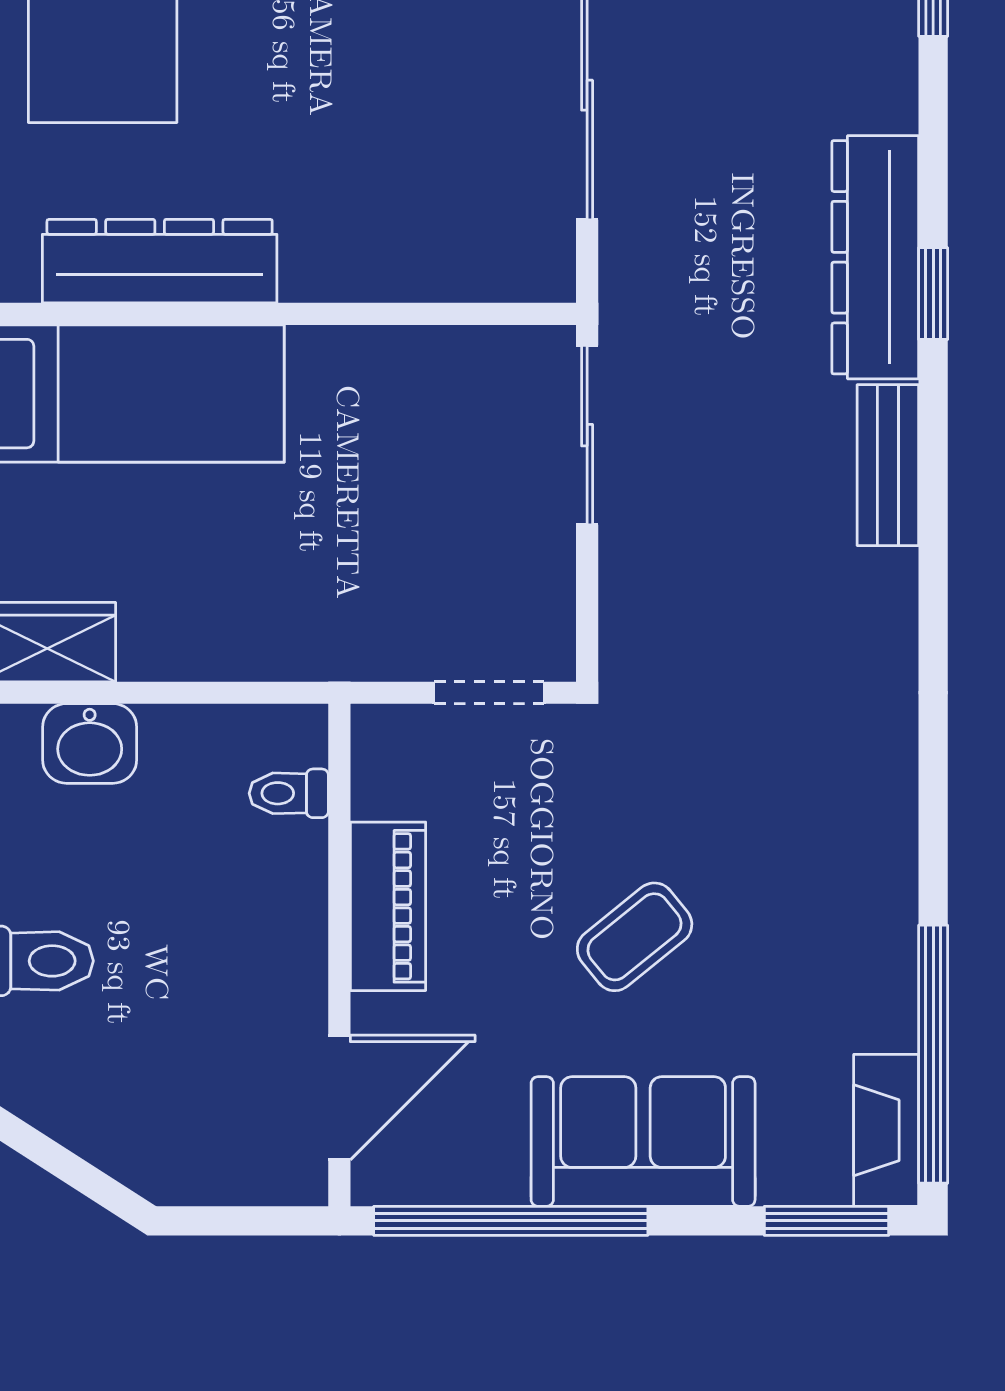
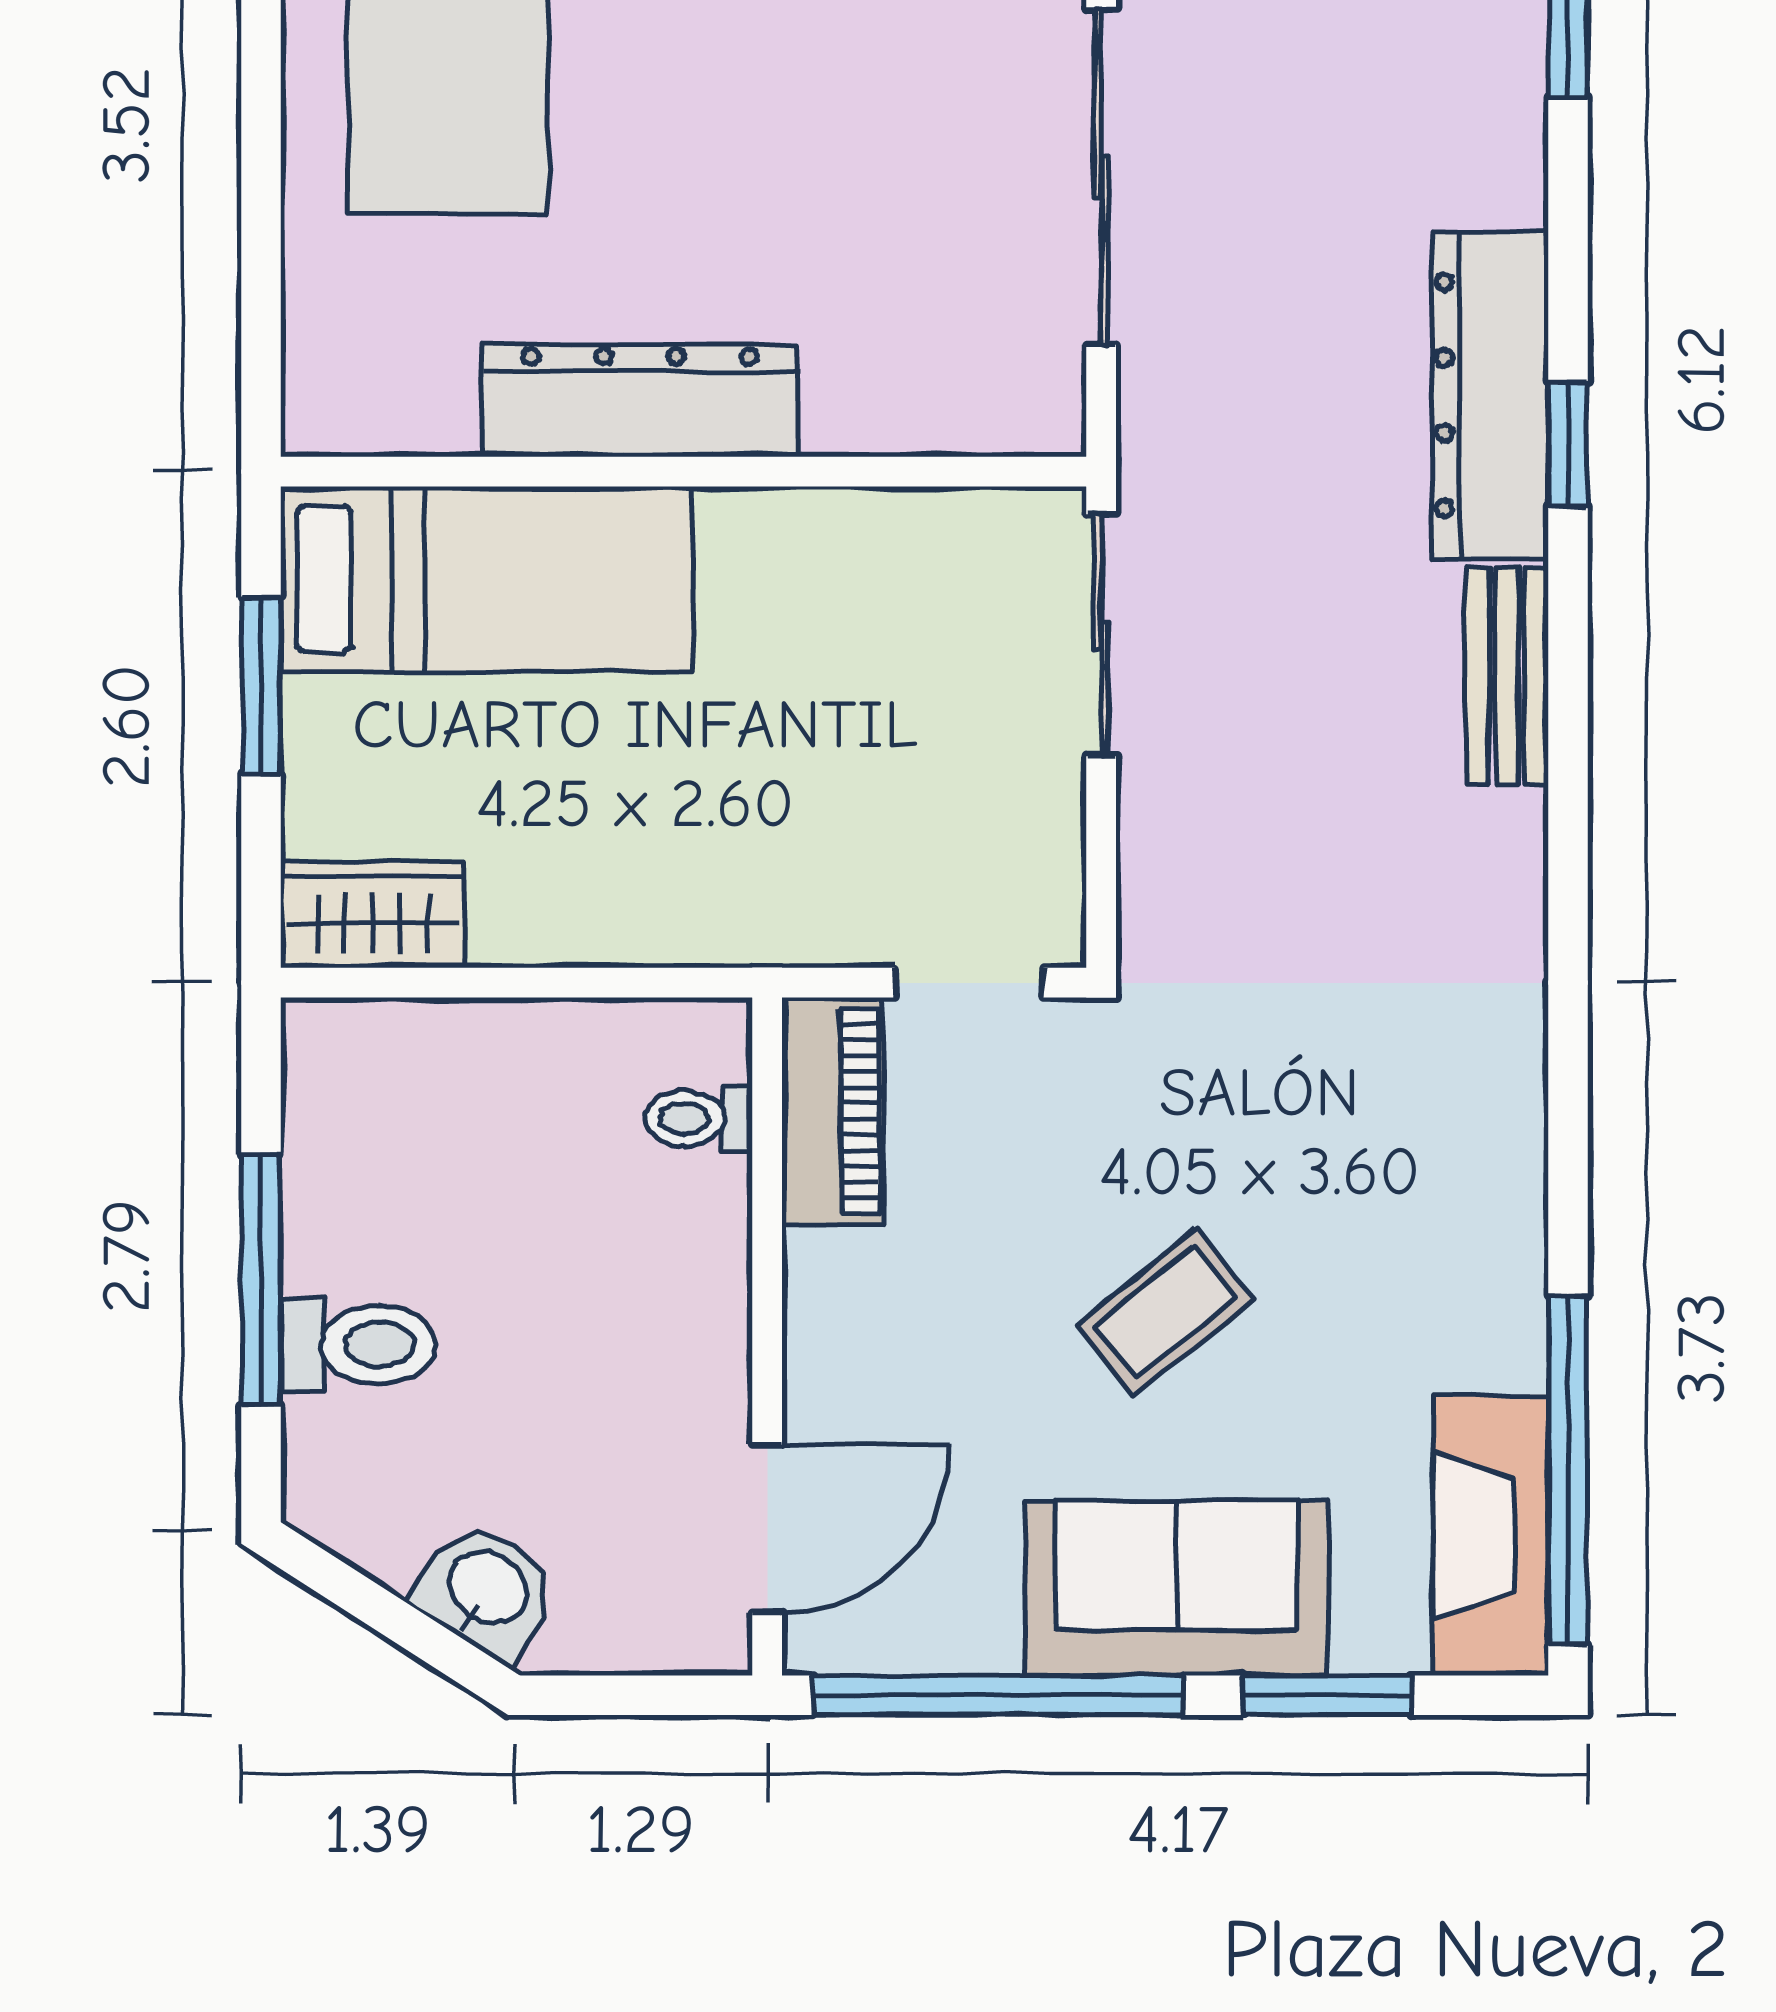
dresser: (160, 261) -> (640, 400), moved
washbasin: (90, 743) -> (486, 1590), moved, turned -147
piano: (388, 906) -> (833, 1111), moved
fireplace: (886, 1130) -> (1491, 1535), width x1.37, depth x1.32
window: (826, 1221) -> (1327, 1695), moved

